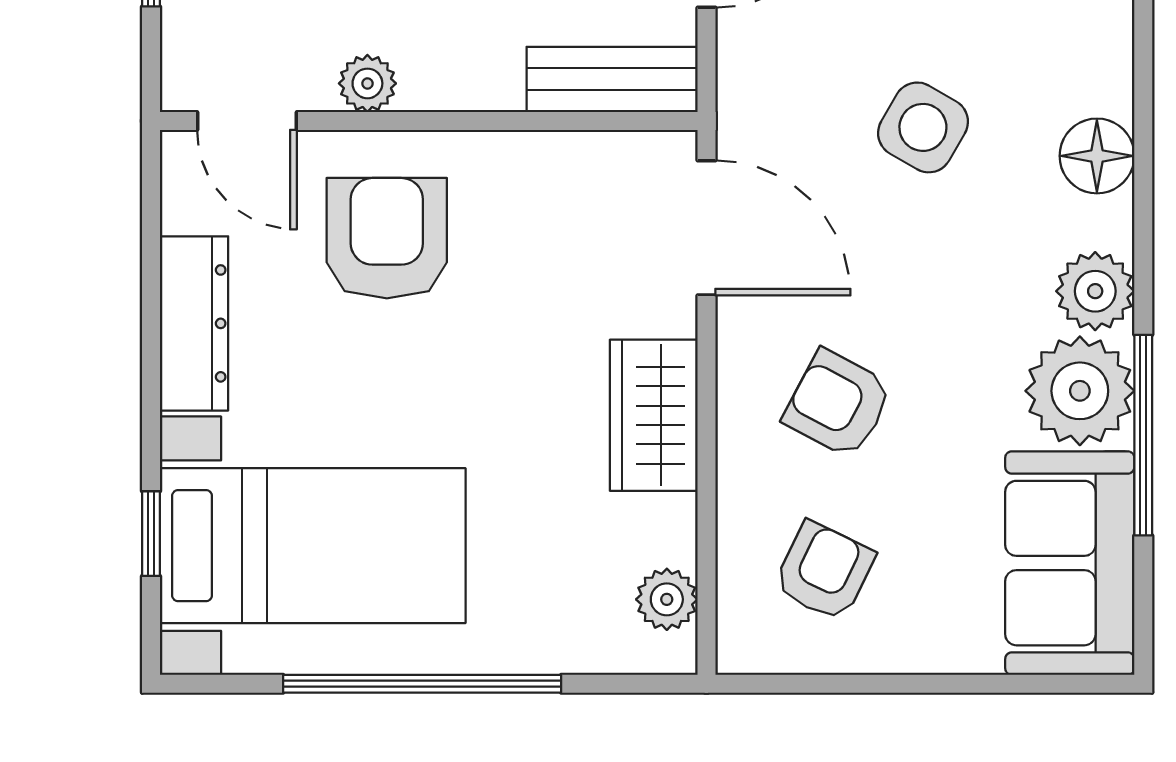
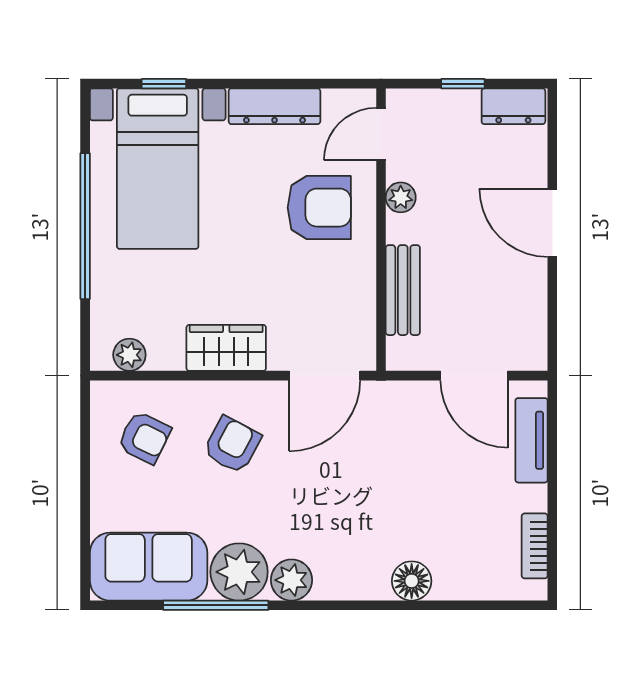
bench: (612, 79) -> (403, 290), moved
side table: (923, 127) -> (378, 489), removed
floor lamp: (1097, 156) -> (412, 581), moved

